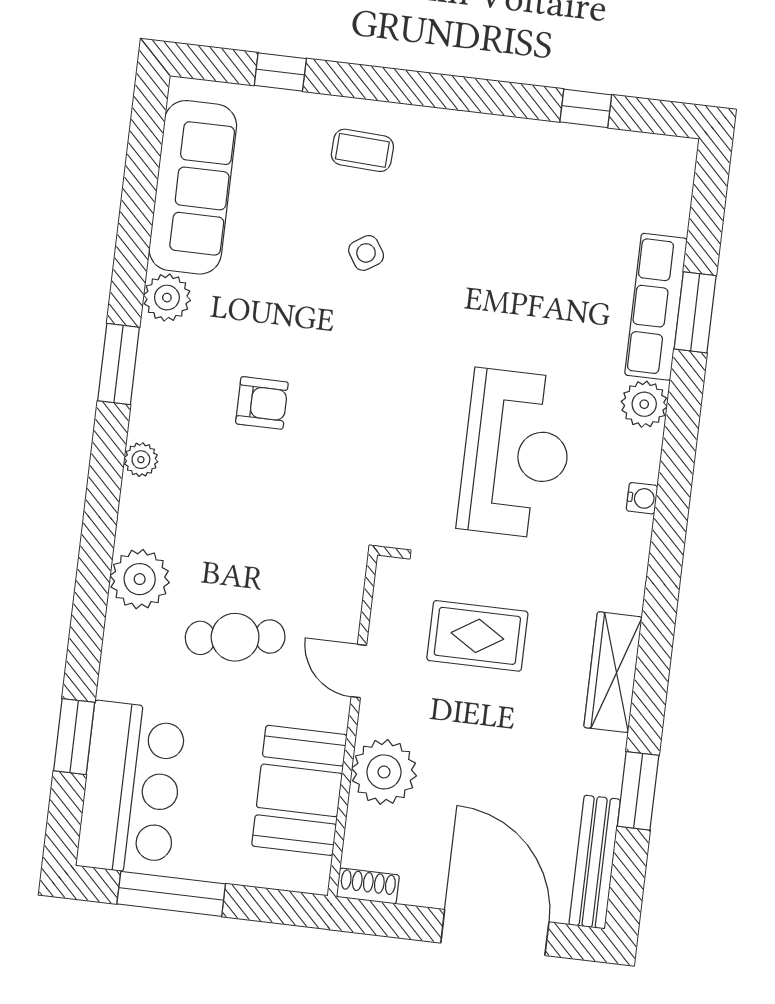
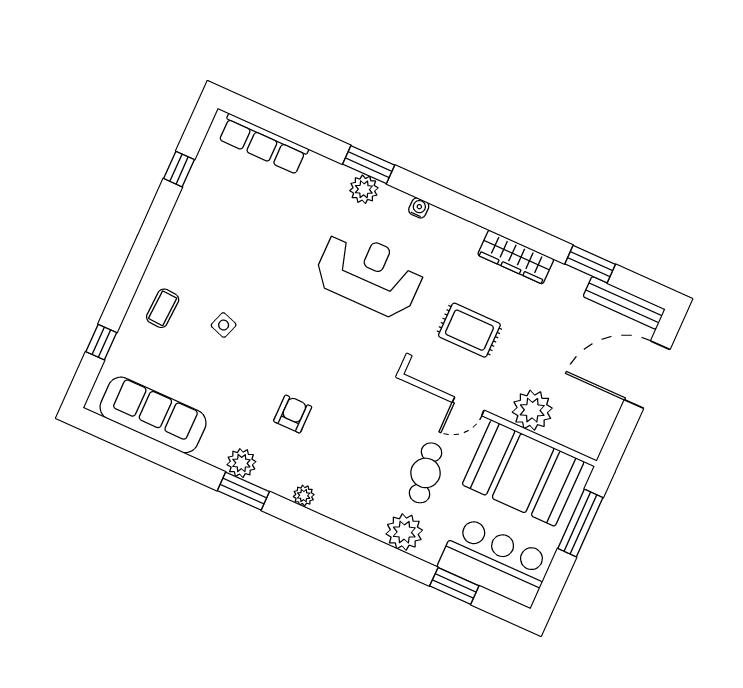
side table: (366, 253) -> (224, 325), turned -38
plant: (167, 298) -> (241, 463), moved
row of seats: (656, 307) -> (263, 144), moved
window: (695, 312) -> (369, 165), moved
plant: (140, 579) -> (404, 532), moved
rug: (477, 636) -> (469, 330), turned 90
booth: (299, 790) -> (523, 473), width x1.36, depth x1.42
shoe rack: (368, 886) -> (596, 441), removed
window: (171, 894) -> (580, 523), moved

